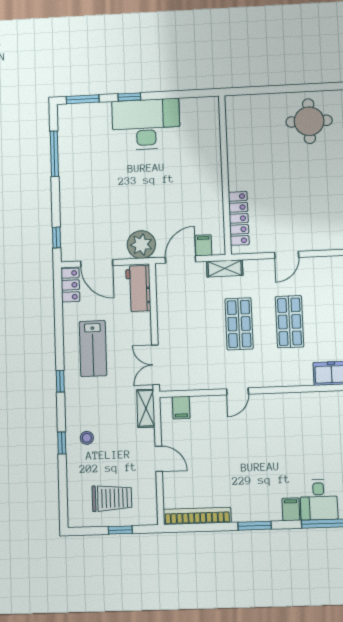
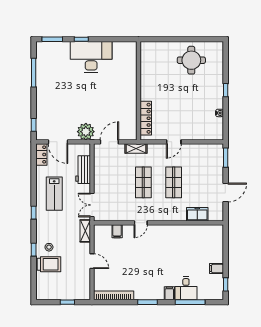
filing cabinet: (203, 245) -> (124, 134), removed
workbench: (138, 288) -> (83, 170), moved
filing cabinet: (181, 408) -> (117, 231), moved
trolley: (112, 498) -> (49, 264), moved

